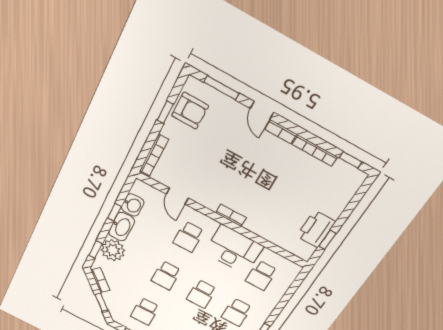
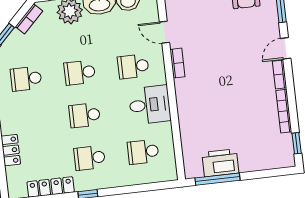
door: (177, 196) -> (164, 32), hinge flipped
bookcase: (231, 215) -> (177, 63), moved
window: (327, 240) -> (218, 179), width x2.17
desk: (234, 249) -> (150, 105), width x0.73

